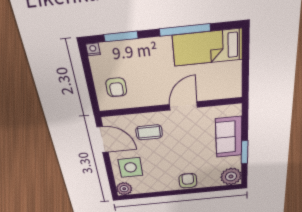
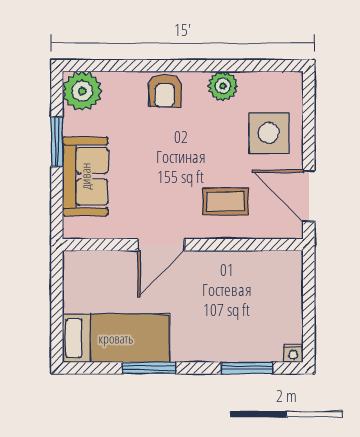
window: (185, 30) -> (149, 368), width x0.69
armchair: (116, 87) -> (268, 289), removed
plant: (124, 189) -> (223, 86), moved

